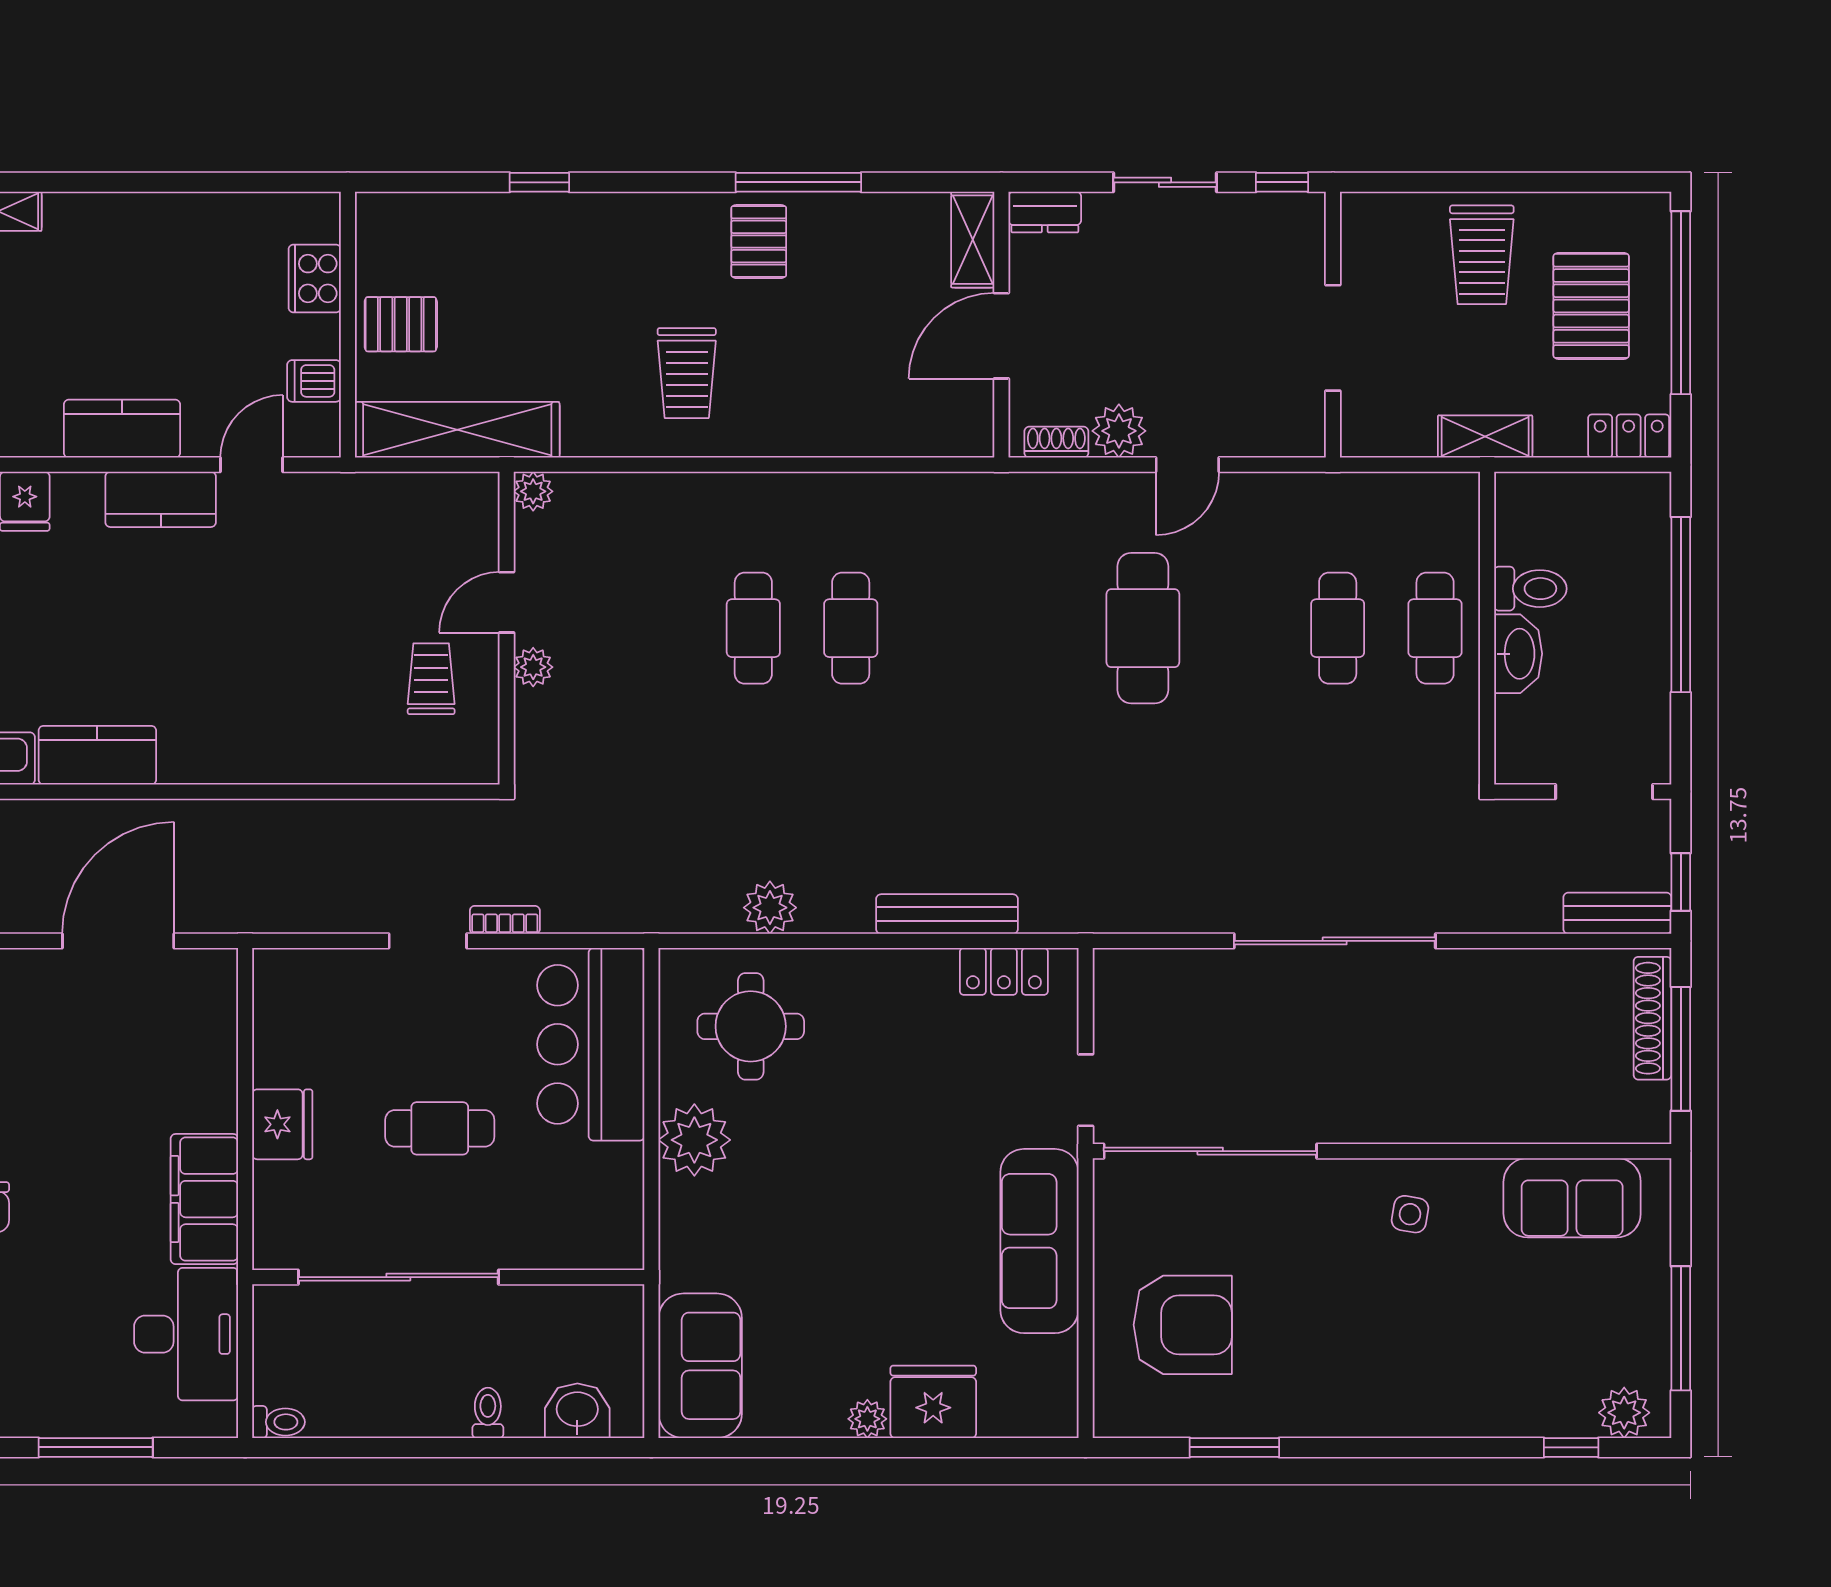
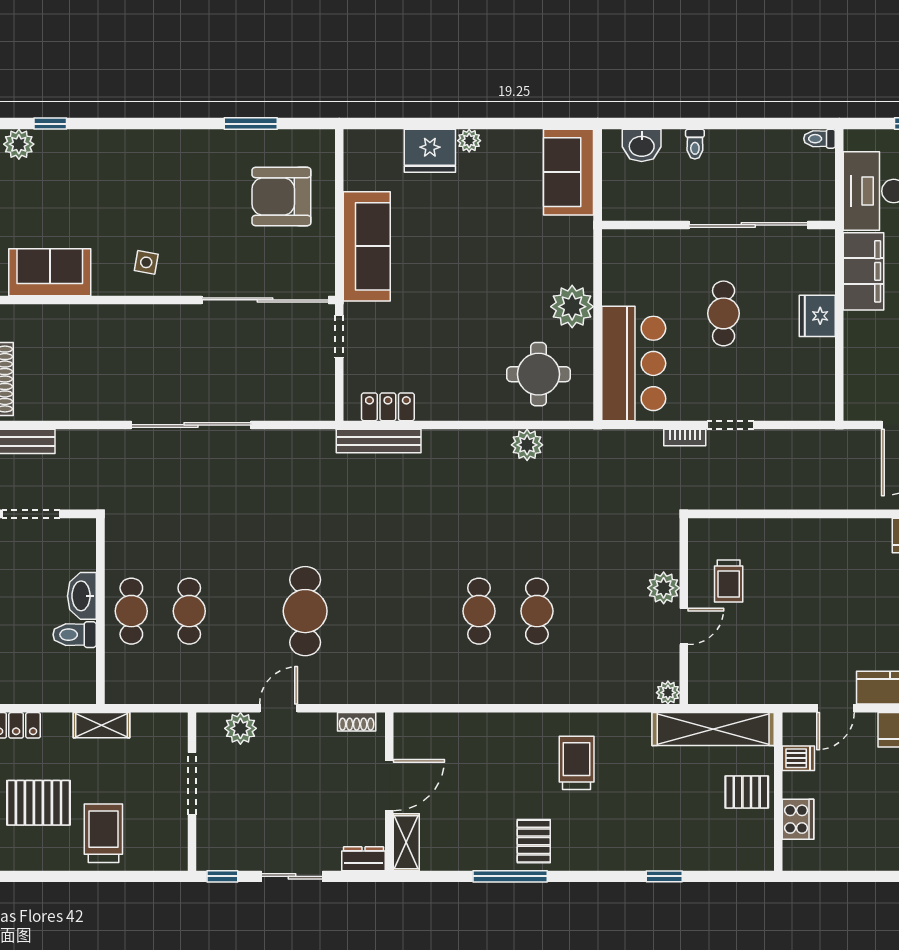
pallet: (1591, 306) -> (38, 803), turned 90
plant: (1119, 431) -> (240, 728), moved
plant: (533, 667) -> (664, 588), width x1.38, depth x1.38
bench: (947, 914) -> (379, 441), moved
cafe table: (440, 1128) -> (724, 313), turned 90

